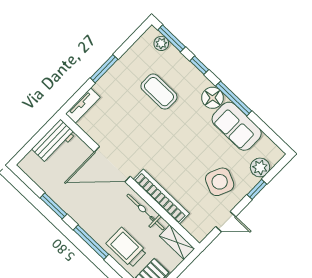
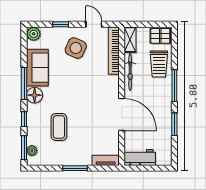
plant: (260, 167) -> (34, 34), moved
bookcase: (161, 197) -> (114, 51), moved

